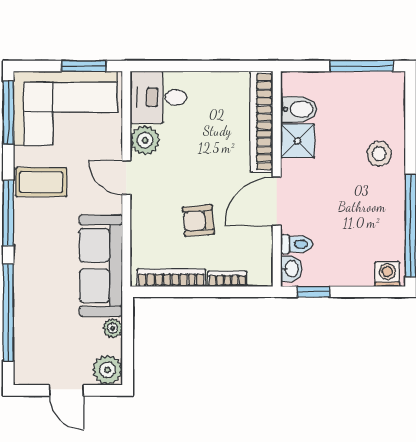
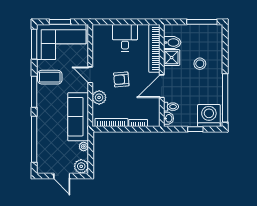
window: (84, 66) -> (60, 22), moved
desk: (158, 97) -> (125, 38), moved, turned 90
plant: (145, 140) -> (99, 97), moved
stool: (379, 154) -> (200, 64), moved
armchair: (198, 221) -> (121, 79), moved
washing machine: (387, 274) -> (209, 116), width x1.89, depth x1.89
window: (313, 292) -> (195, 129), moved

